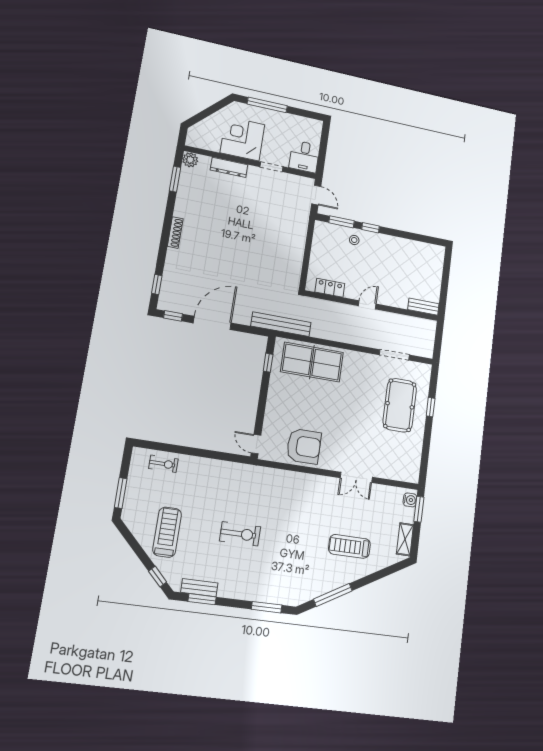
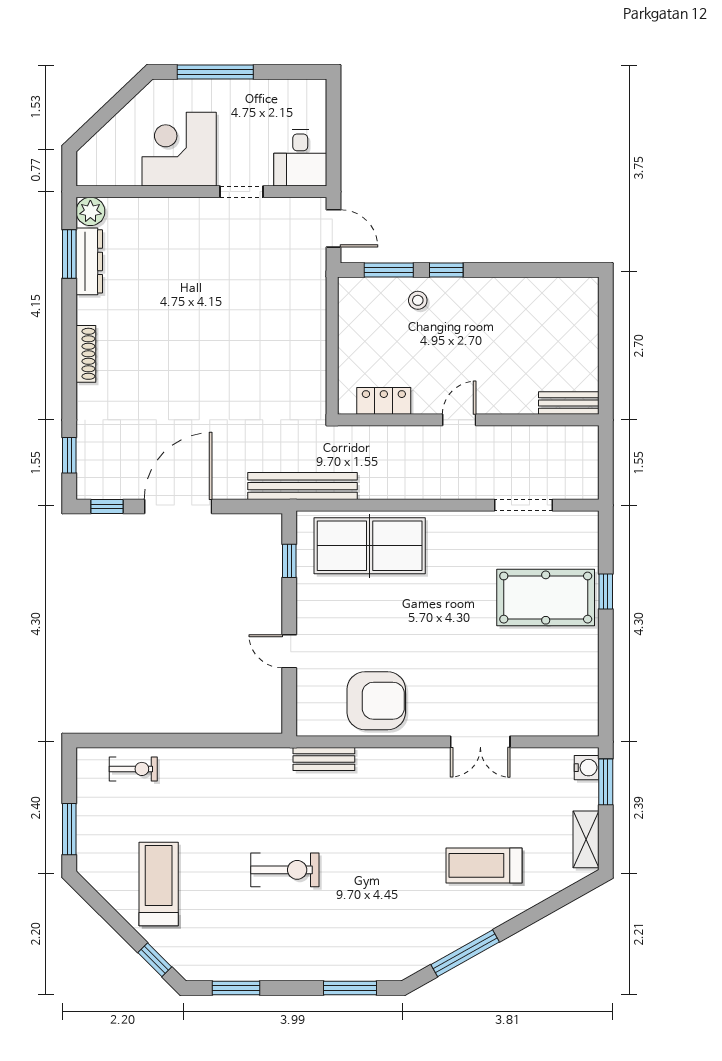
dresser: (229, 167) -> (89, 261), moved, turned -90
pool table: (400, 405) -> (546, 598), turned 90
door: (256, 444) -> (289, 651), moved
bench: (199, 588) -> (324, 759), moved

